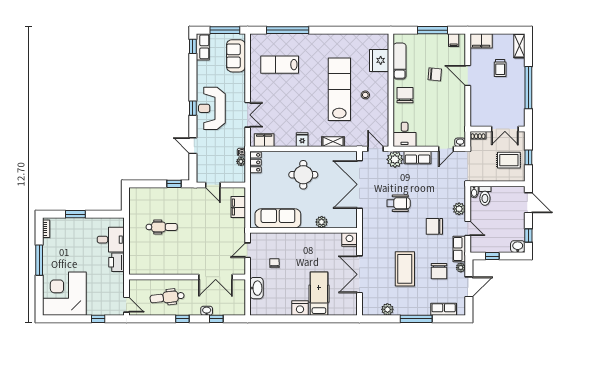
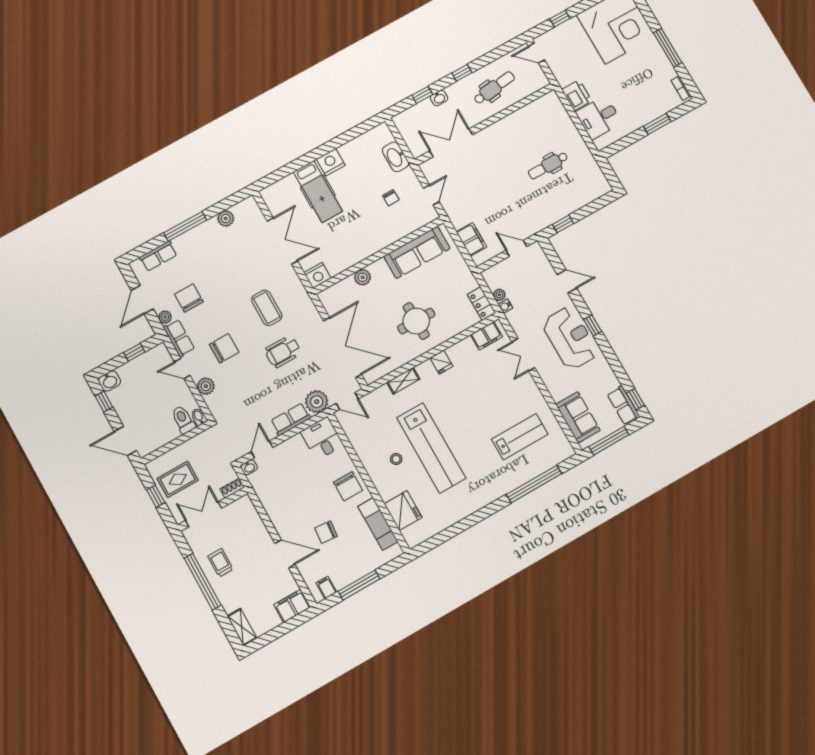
trolley: (500, 68) -> (220, 563), moved
coffee table: (405, 269) -> (267, 308), moved, width x0.73, depth x0.76

